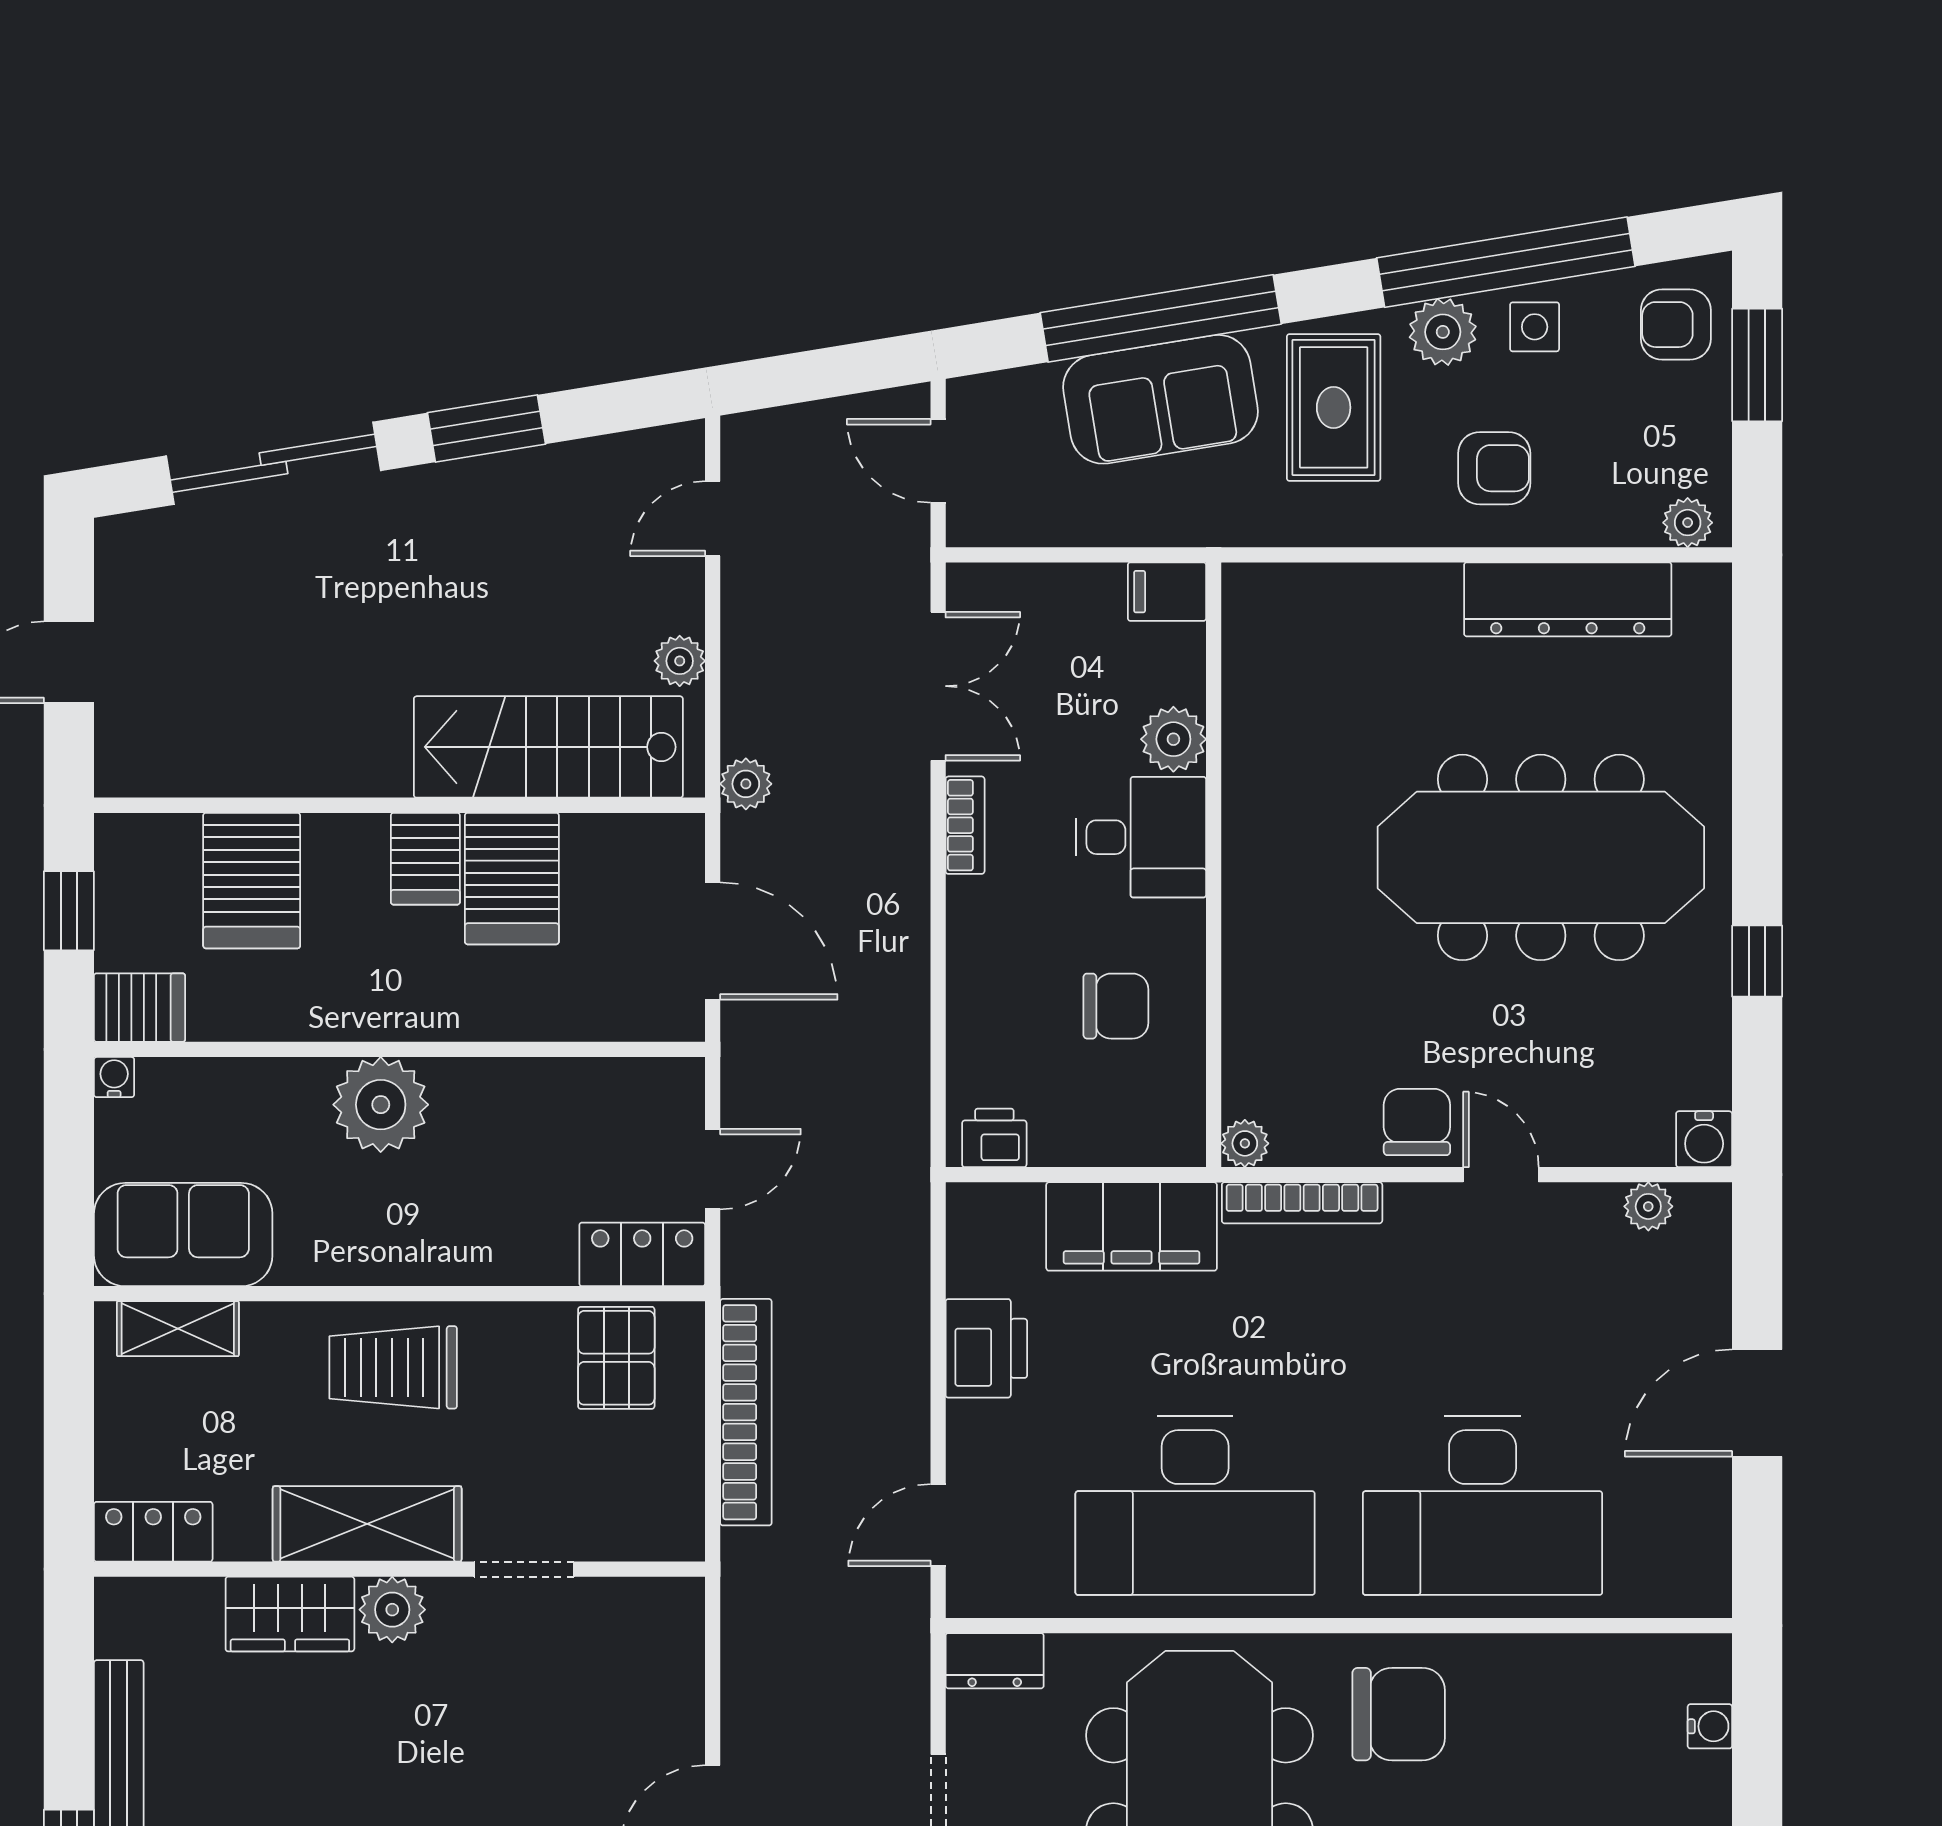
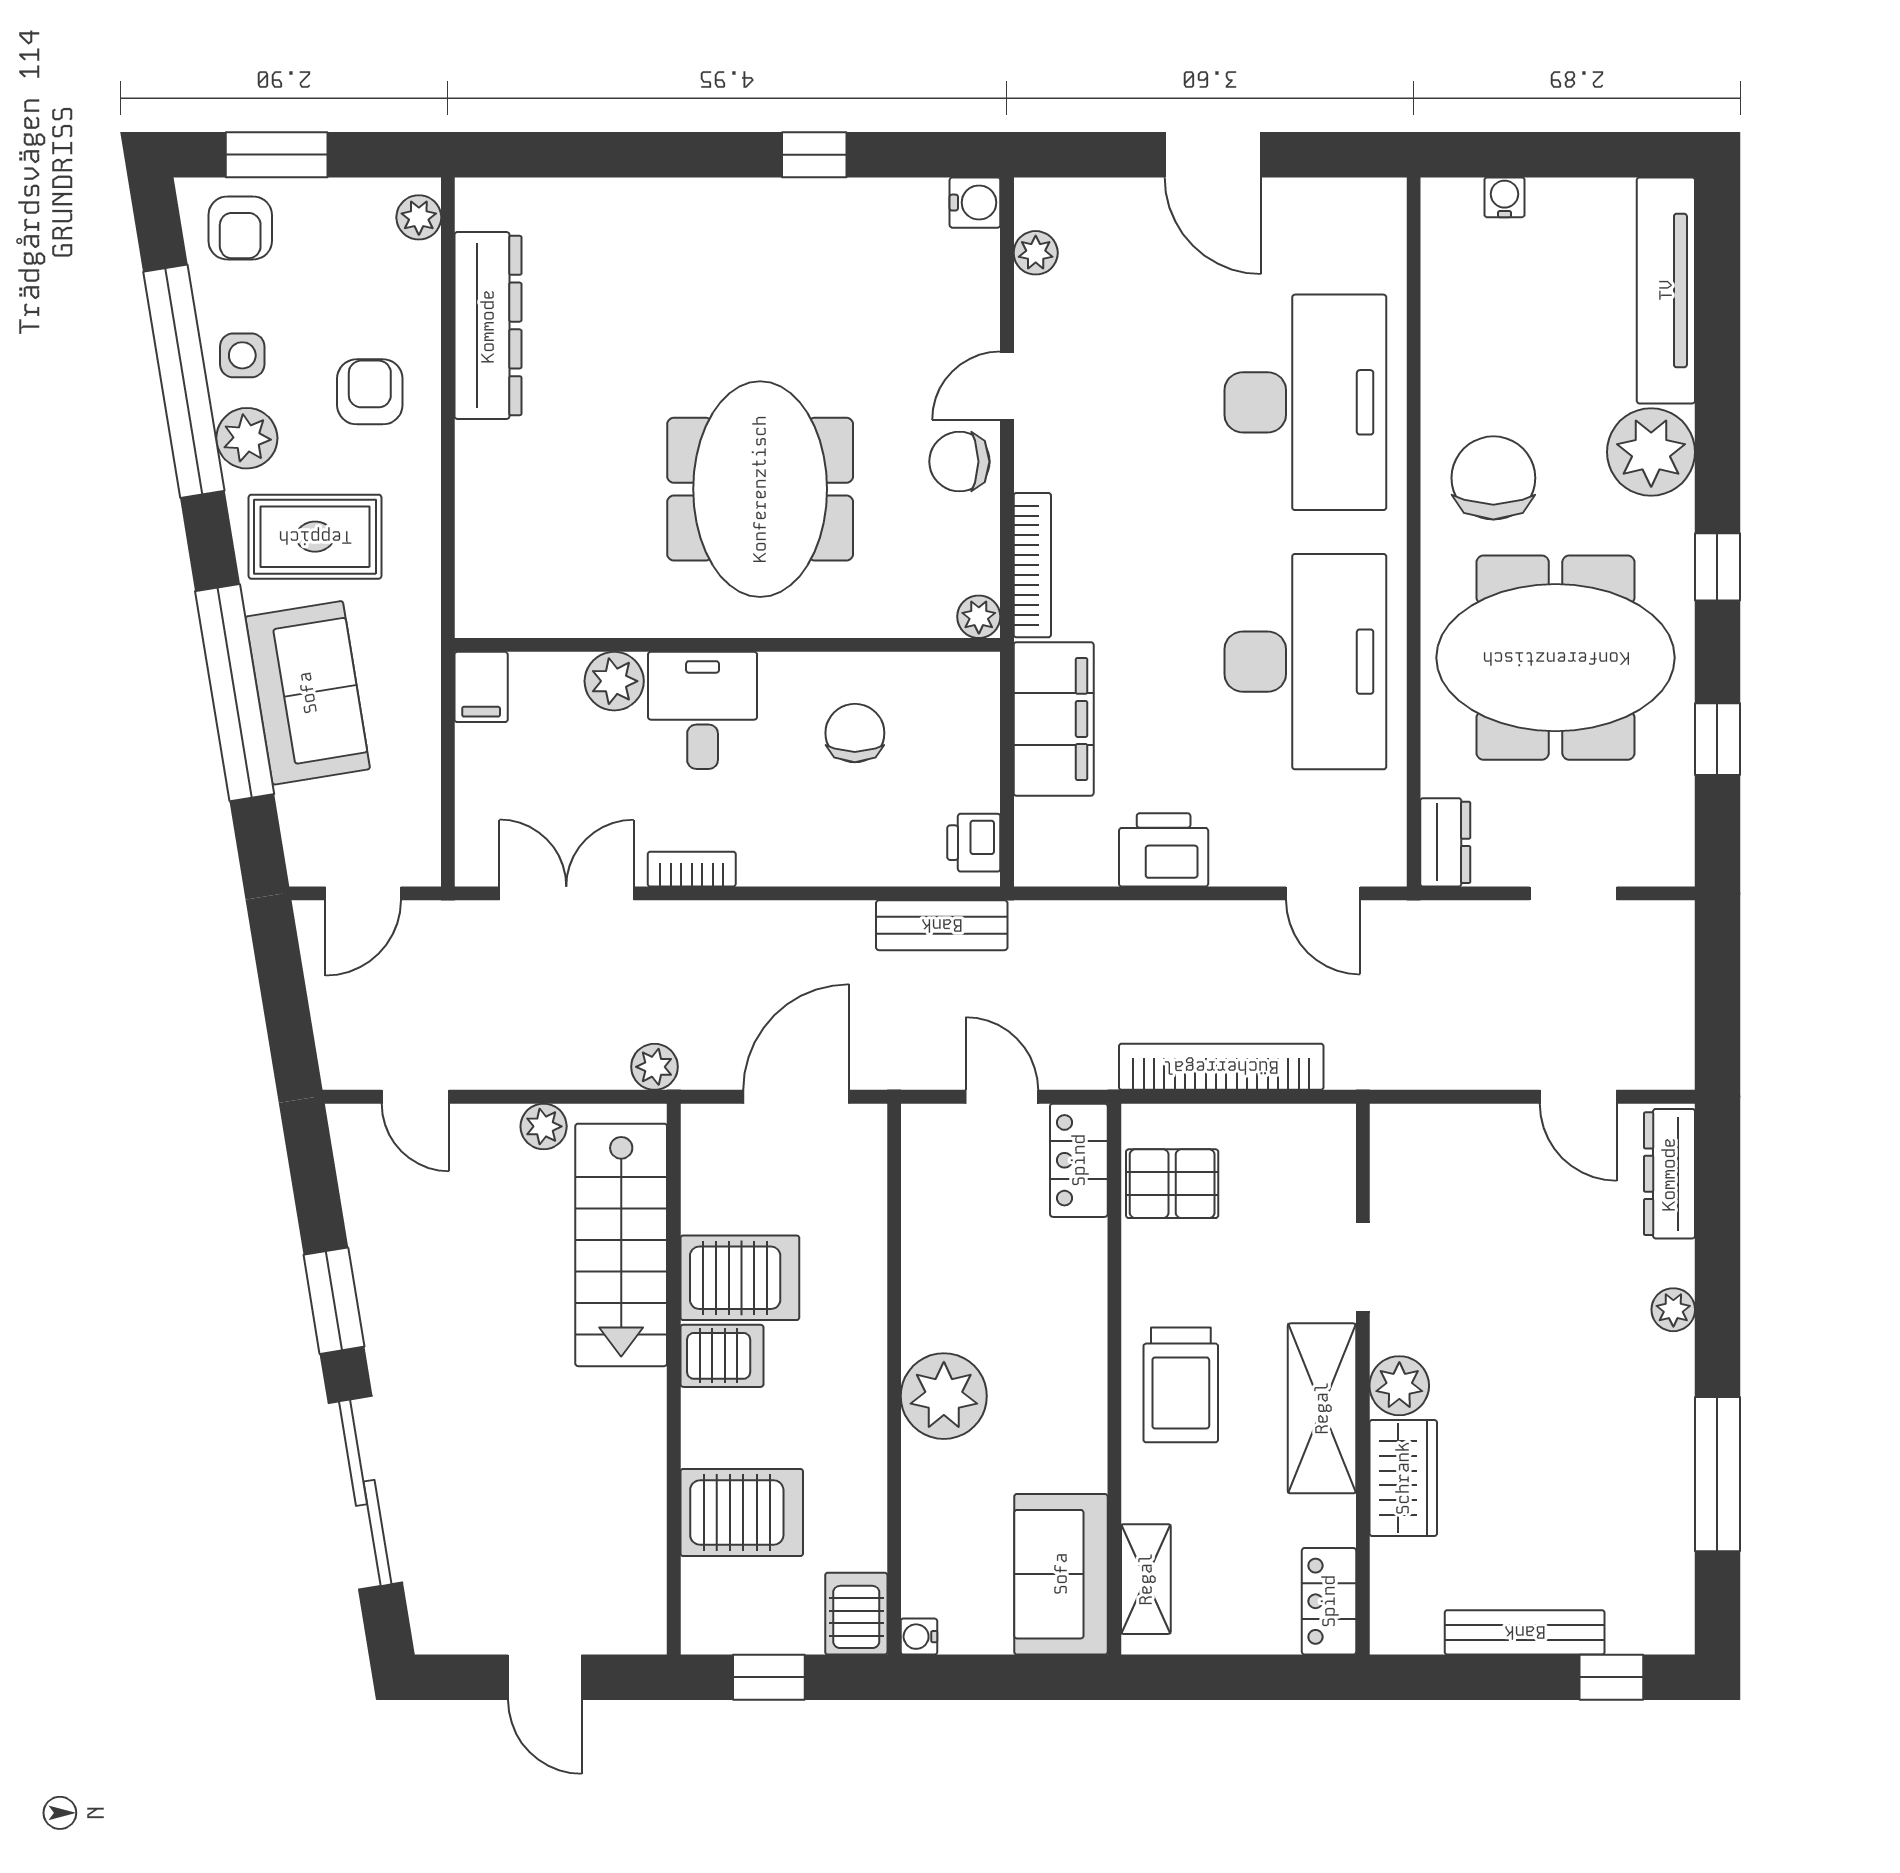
meeting table: (1541, 857) -> (760, 489), moved, width x0.73
bench: (903, 1102) -> (942, 925), added

